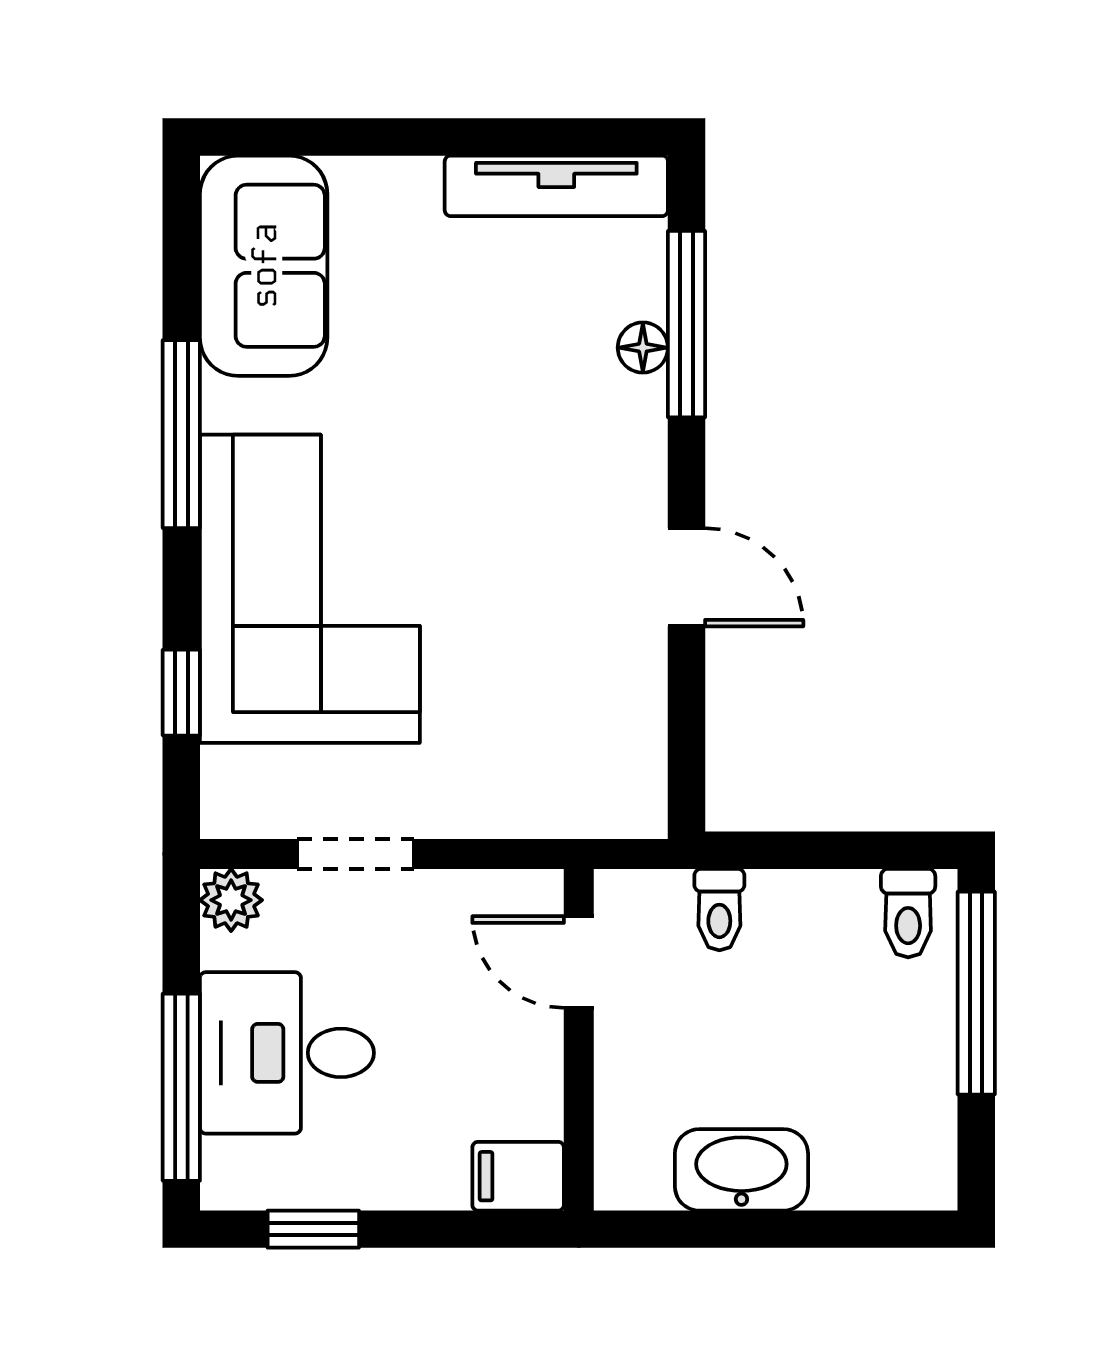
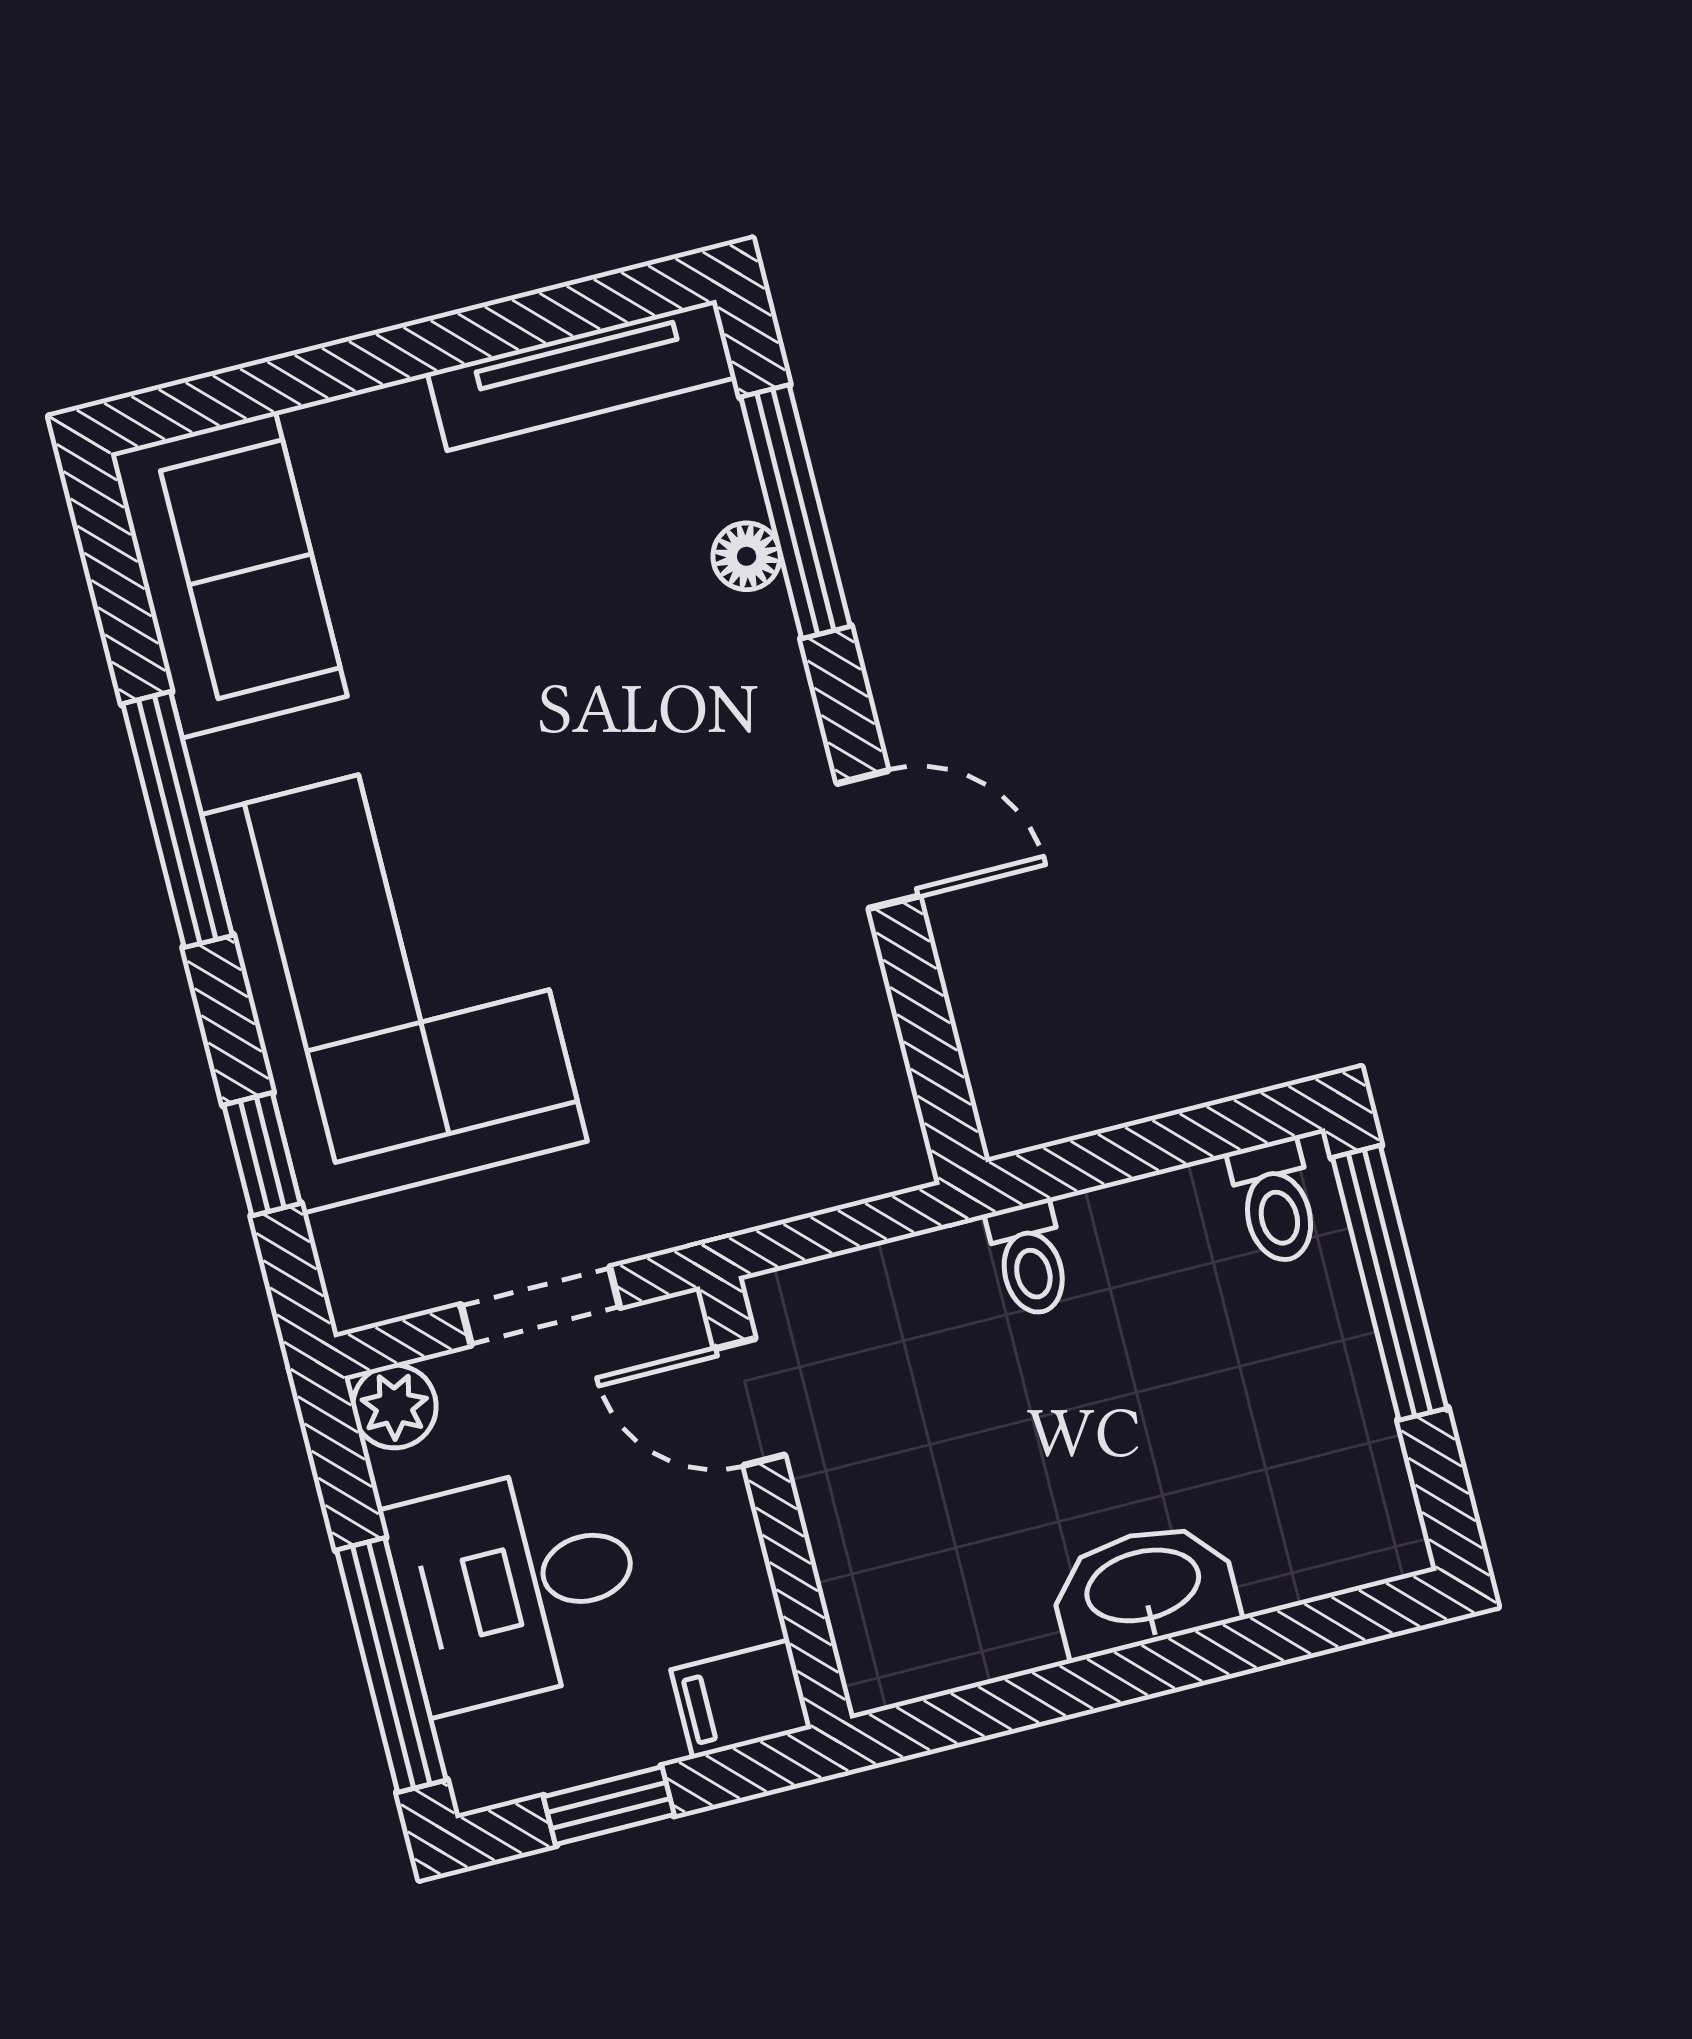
door: (579, 962) -> (750, 1402), moved
wall: (579, 1040) -> (775, 1503), moved
filing cabinet: (518, 1176) -> (741, 1699), moved

